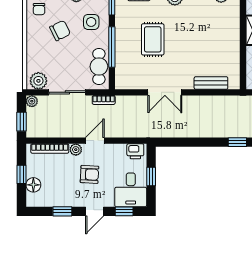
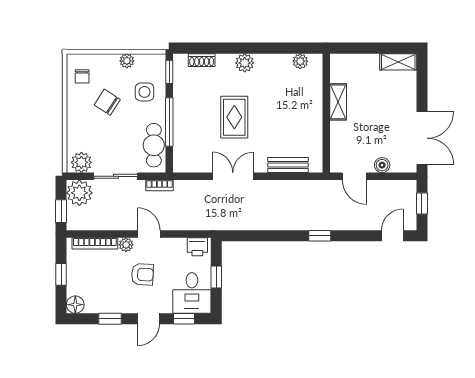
chair: (60, 31) -> (107, 102), turned -121
rug: (153, 39) -> (234, 117), moved
double door: (165, 92) -> (233, 176), swing flipped
plant: (32, 101) -> (79, 193), width x1.88, depth x1.88
door: (95, 141) -> (149, 234), hinge flipped
floor lamp: (33, 185) -> (75, 305), moved

